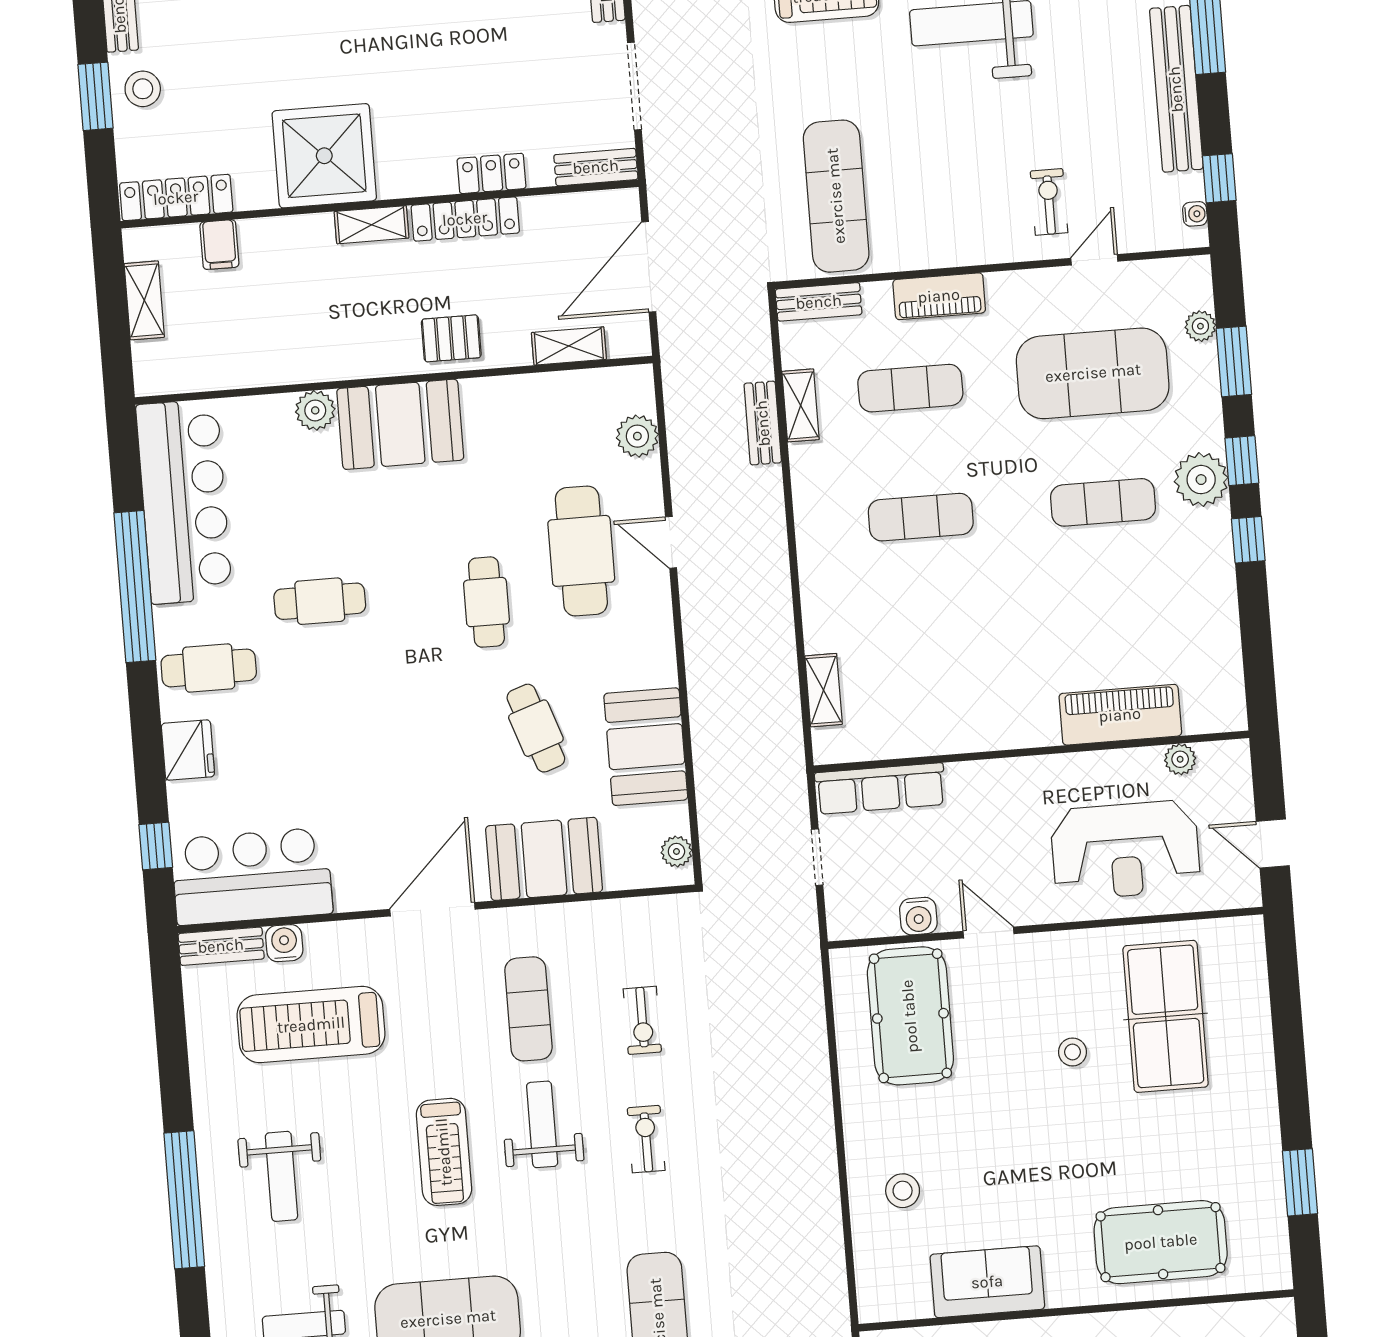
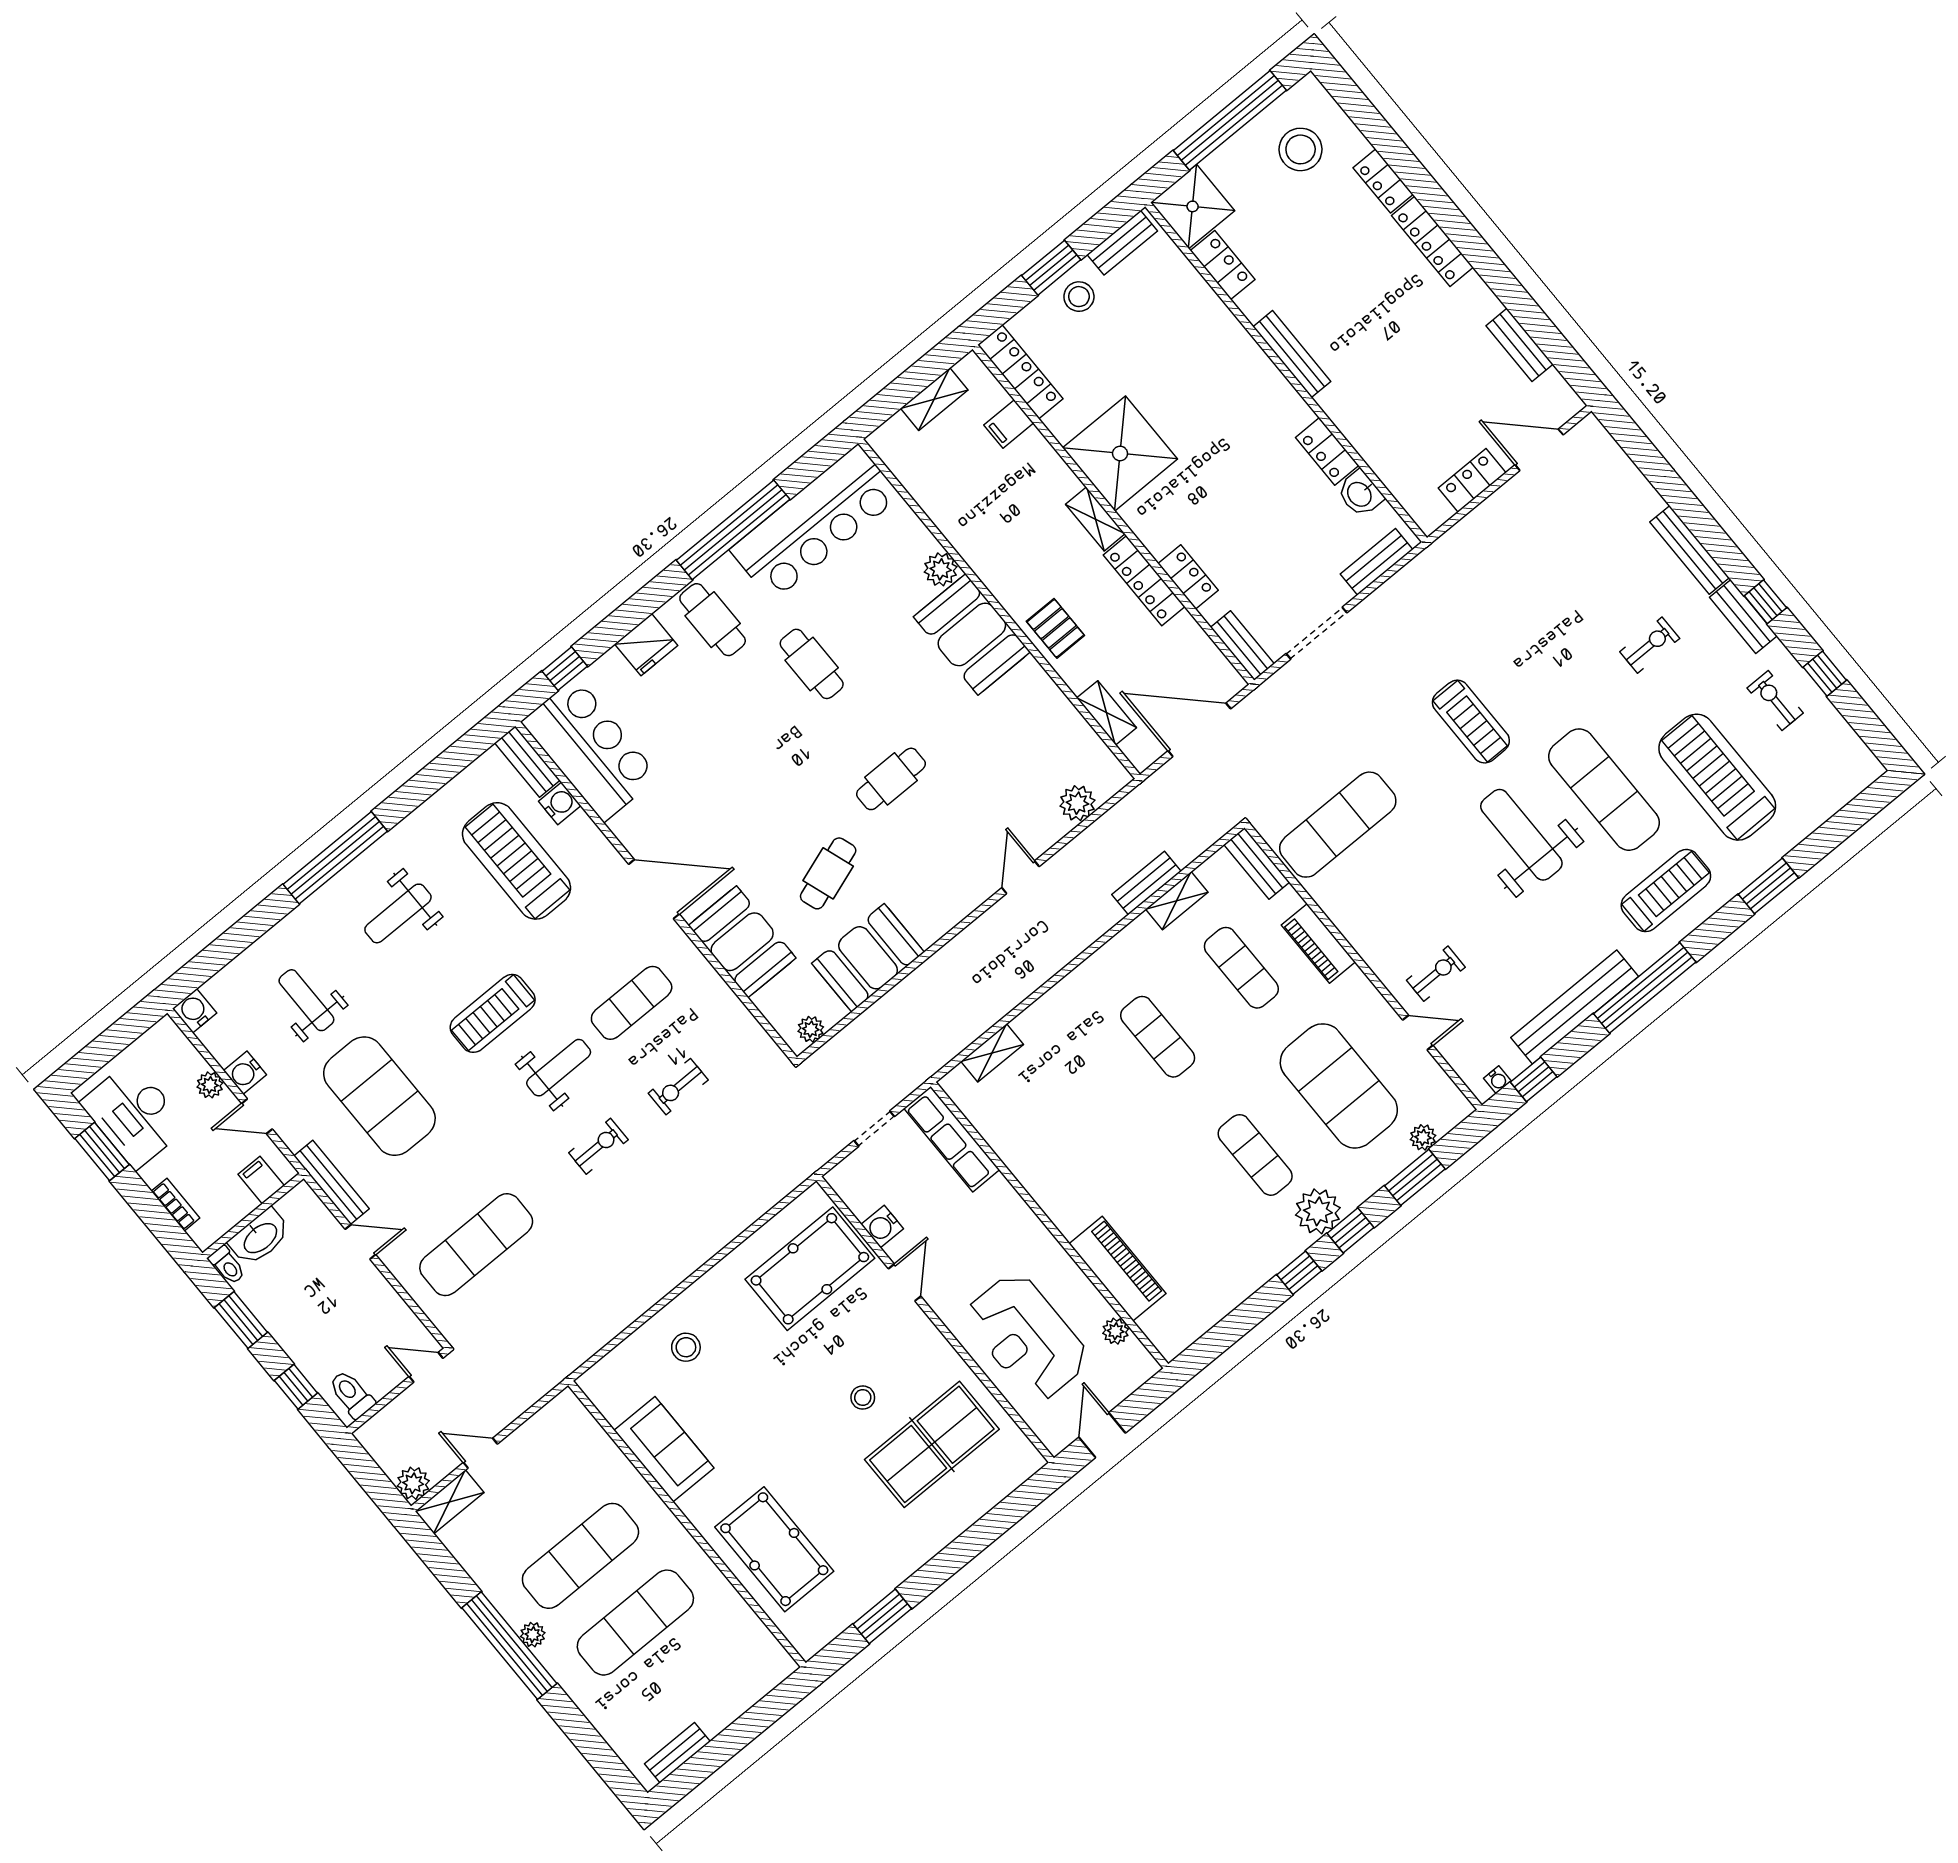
cafe table: (581, 551) -> (972, 820), removed

